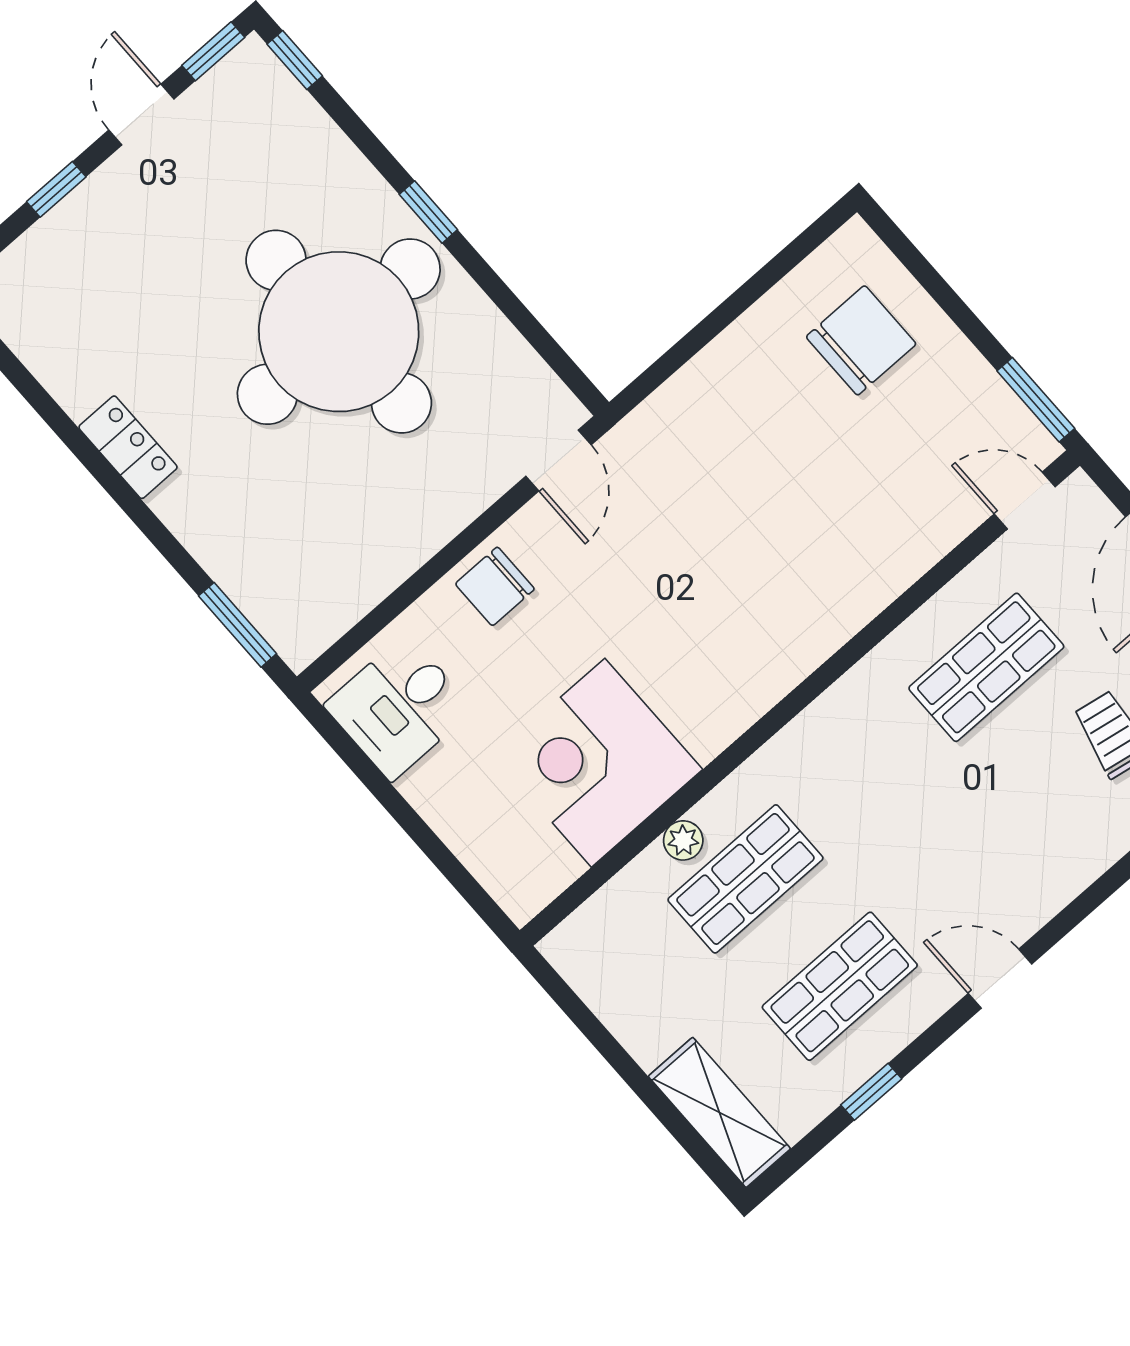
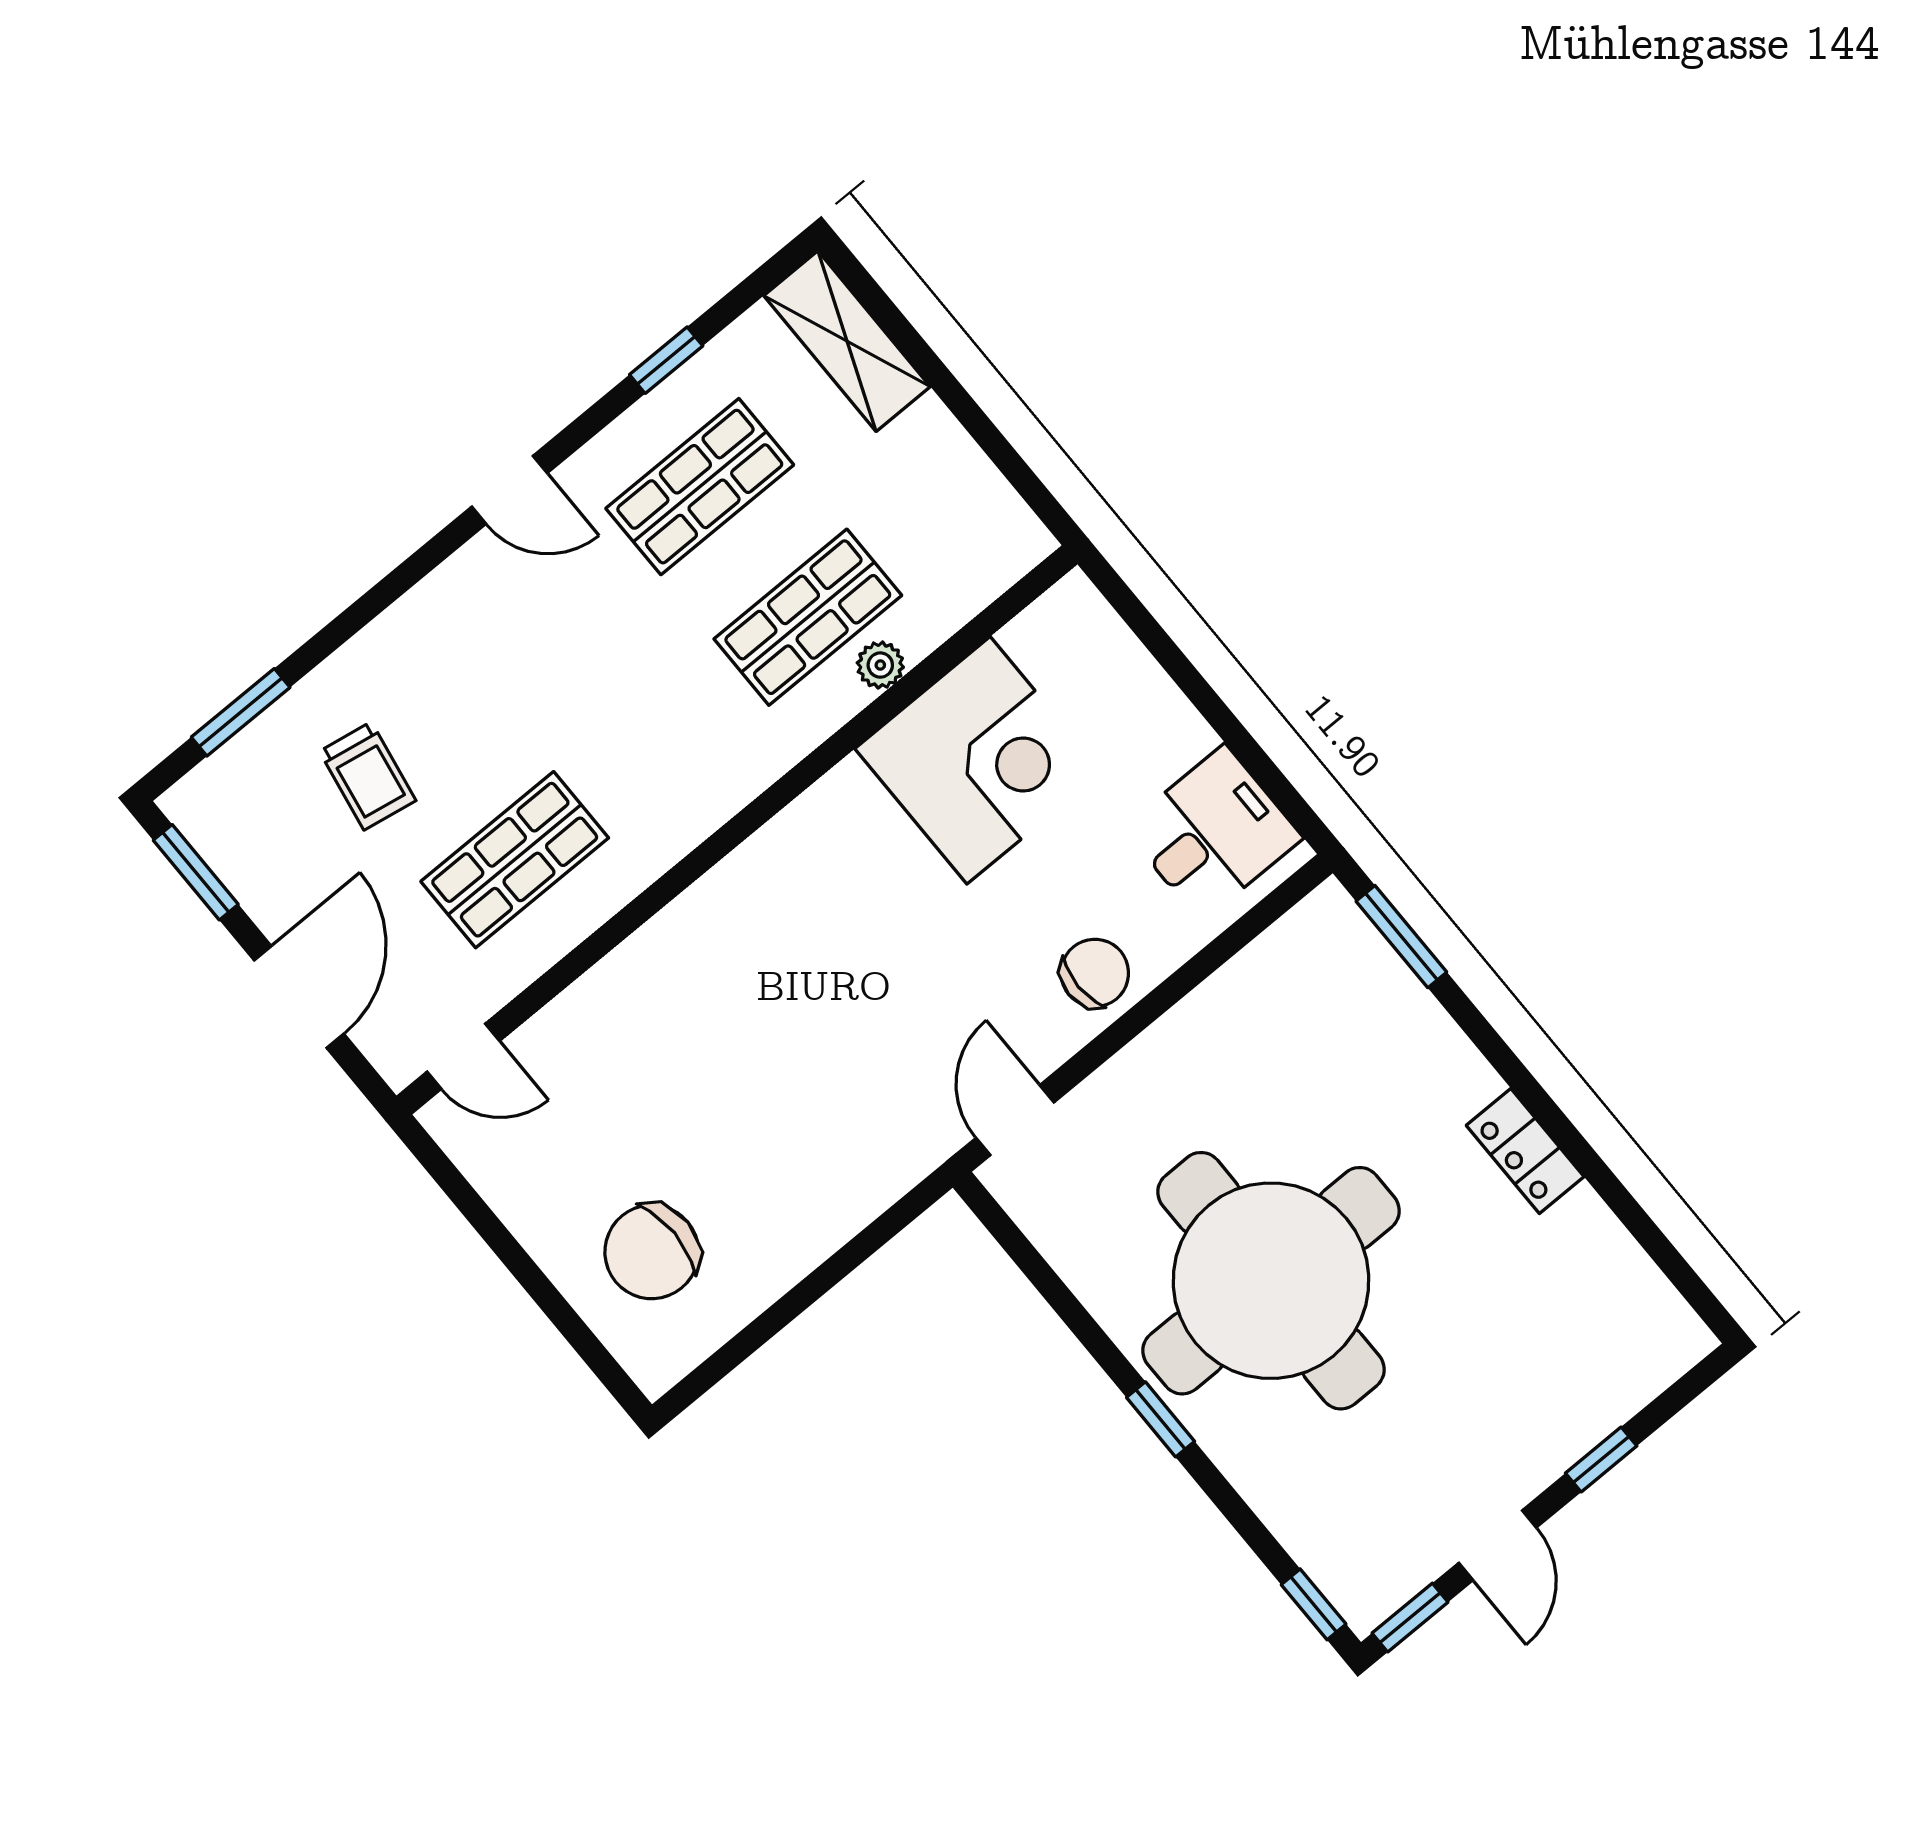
window: (1036, 400) -> (447, 1175), removed

